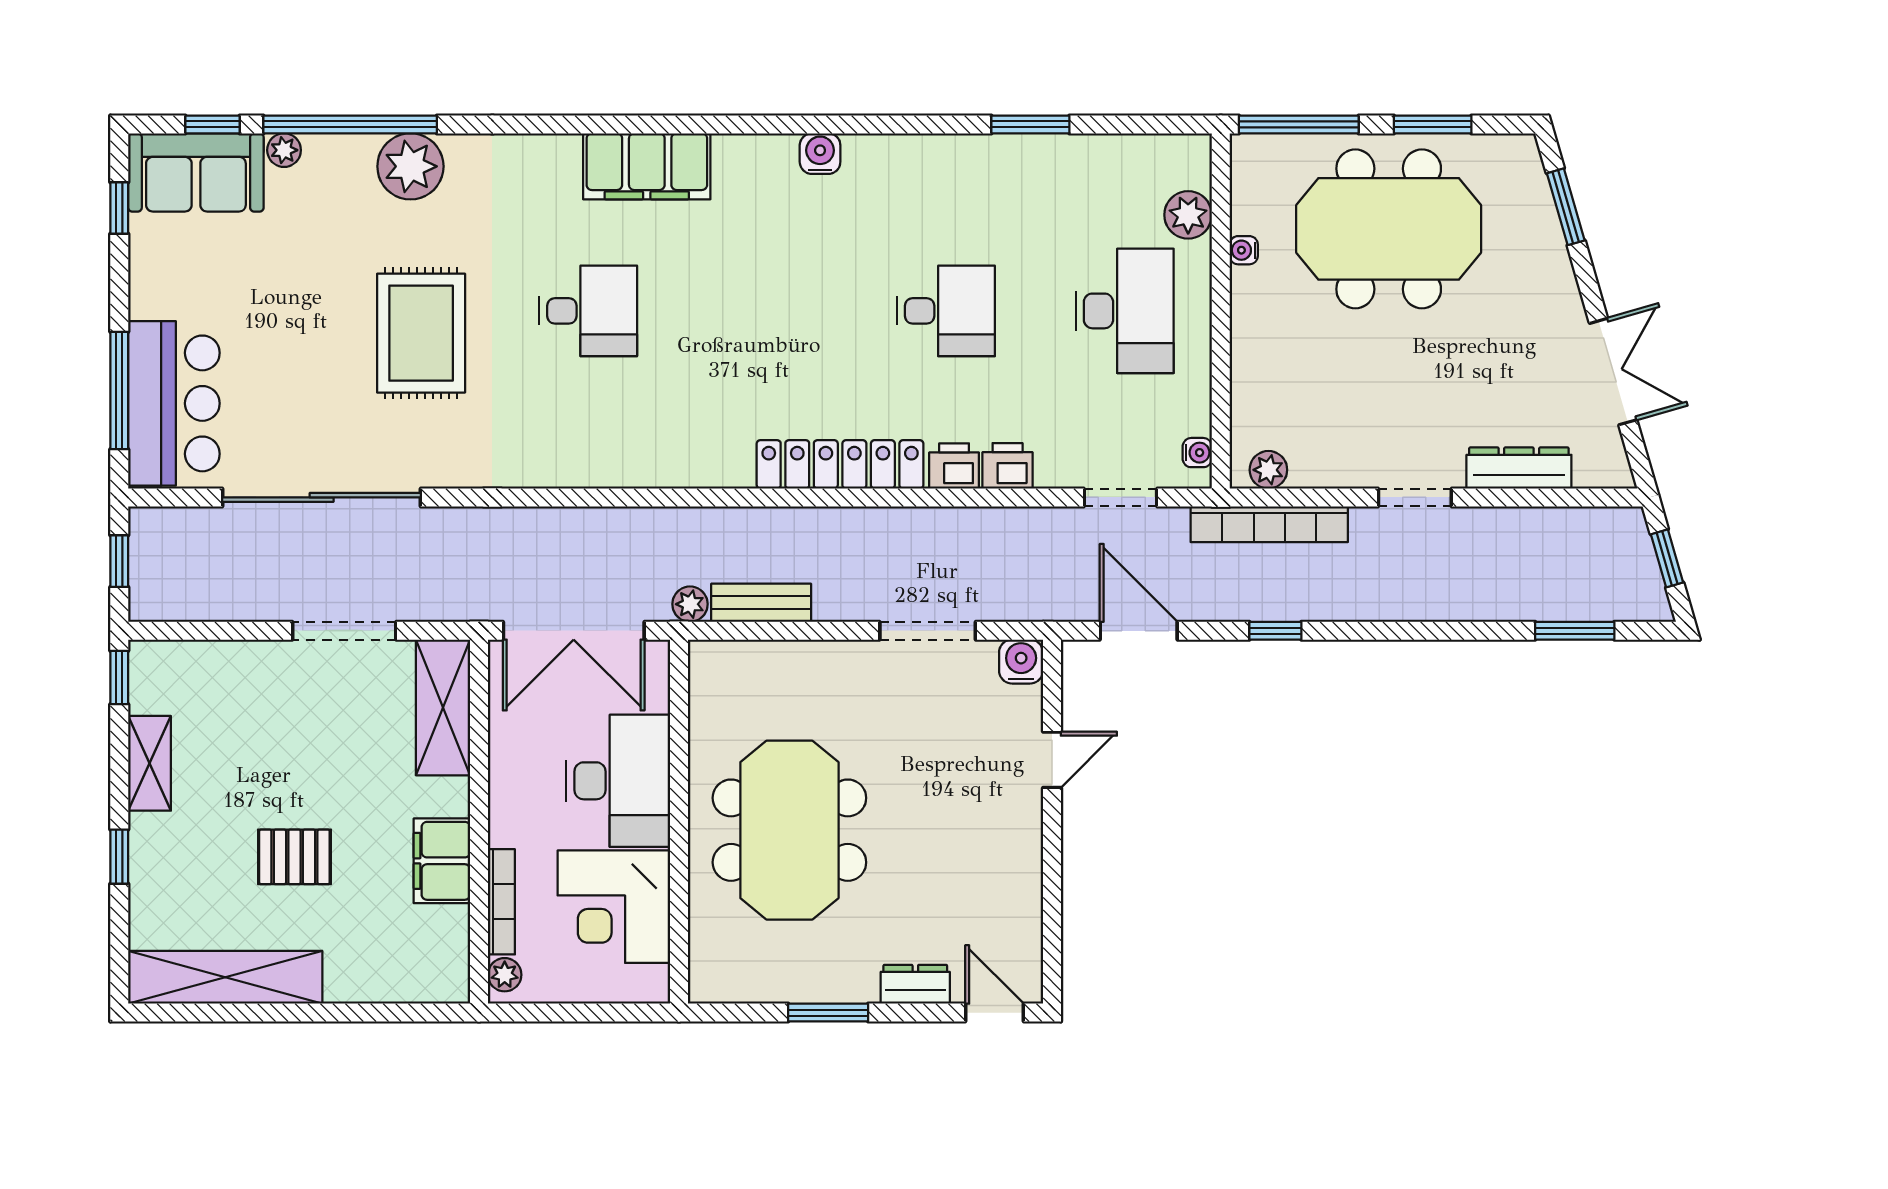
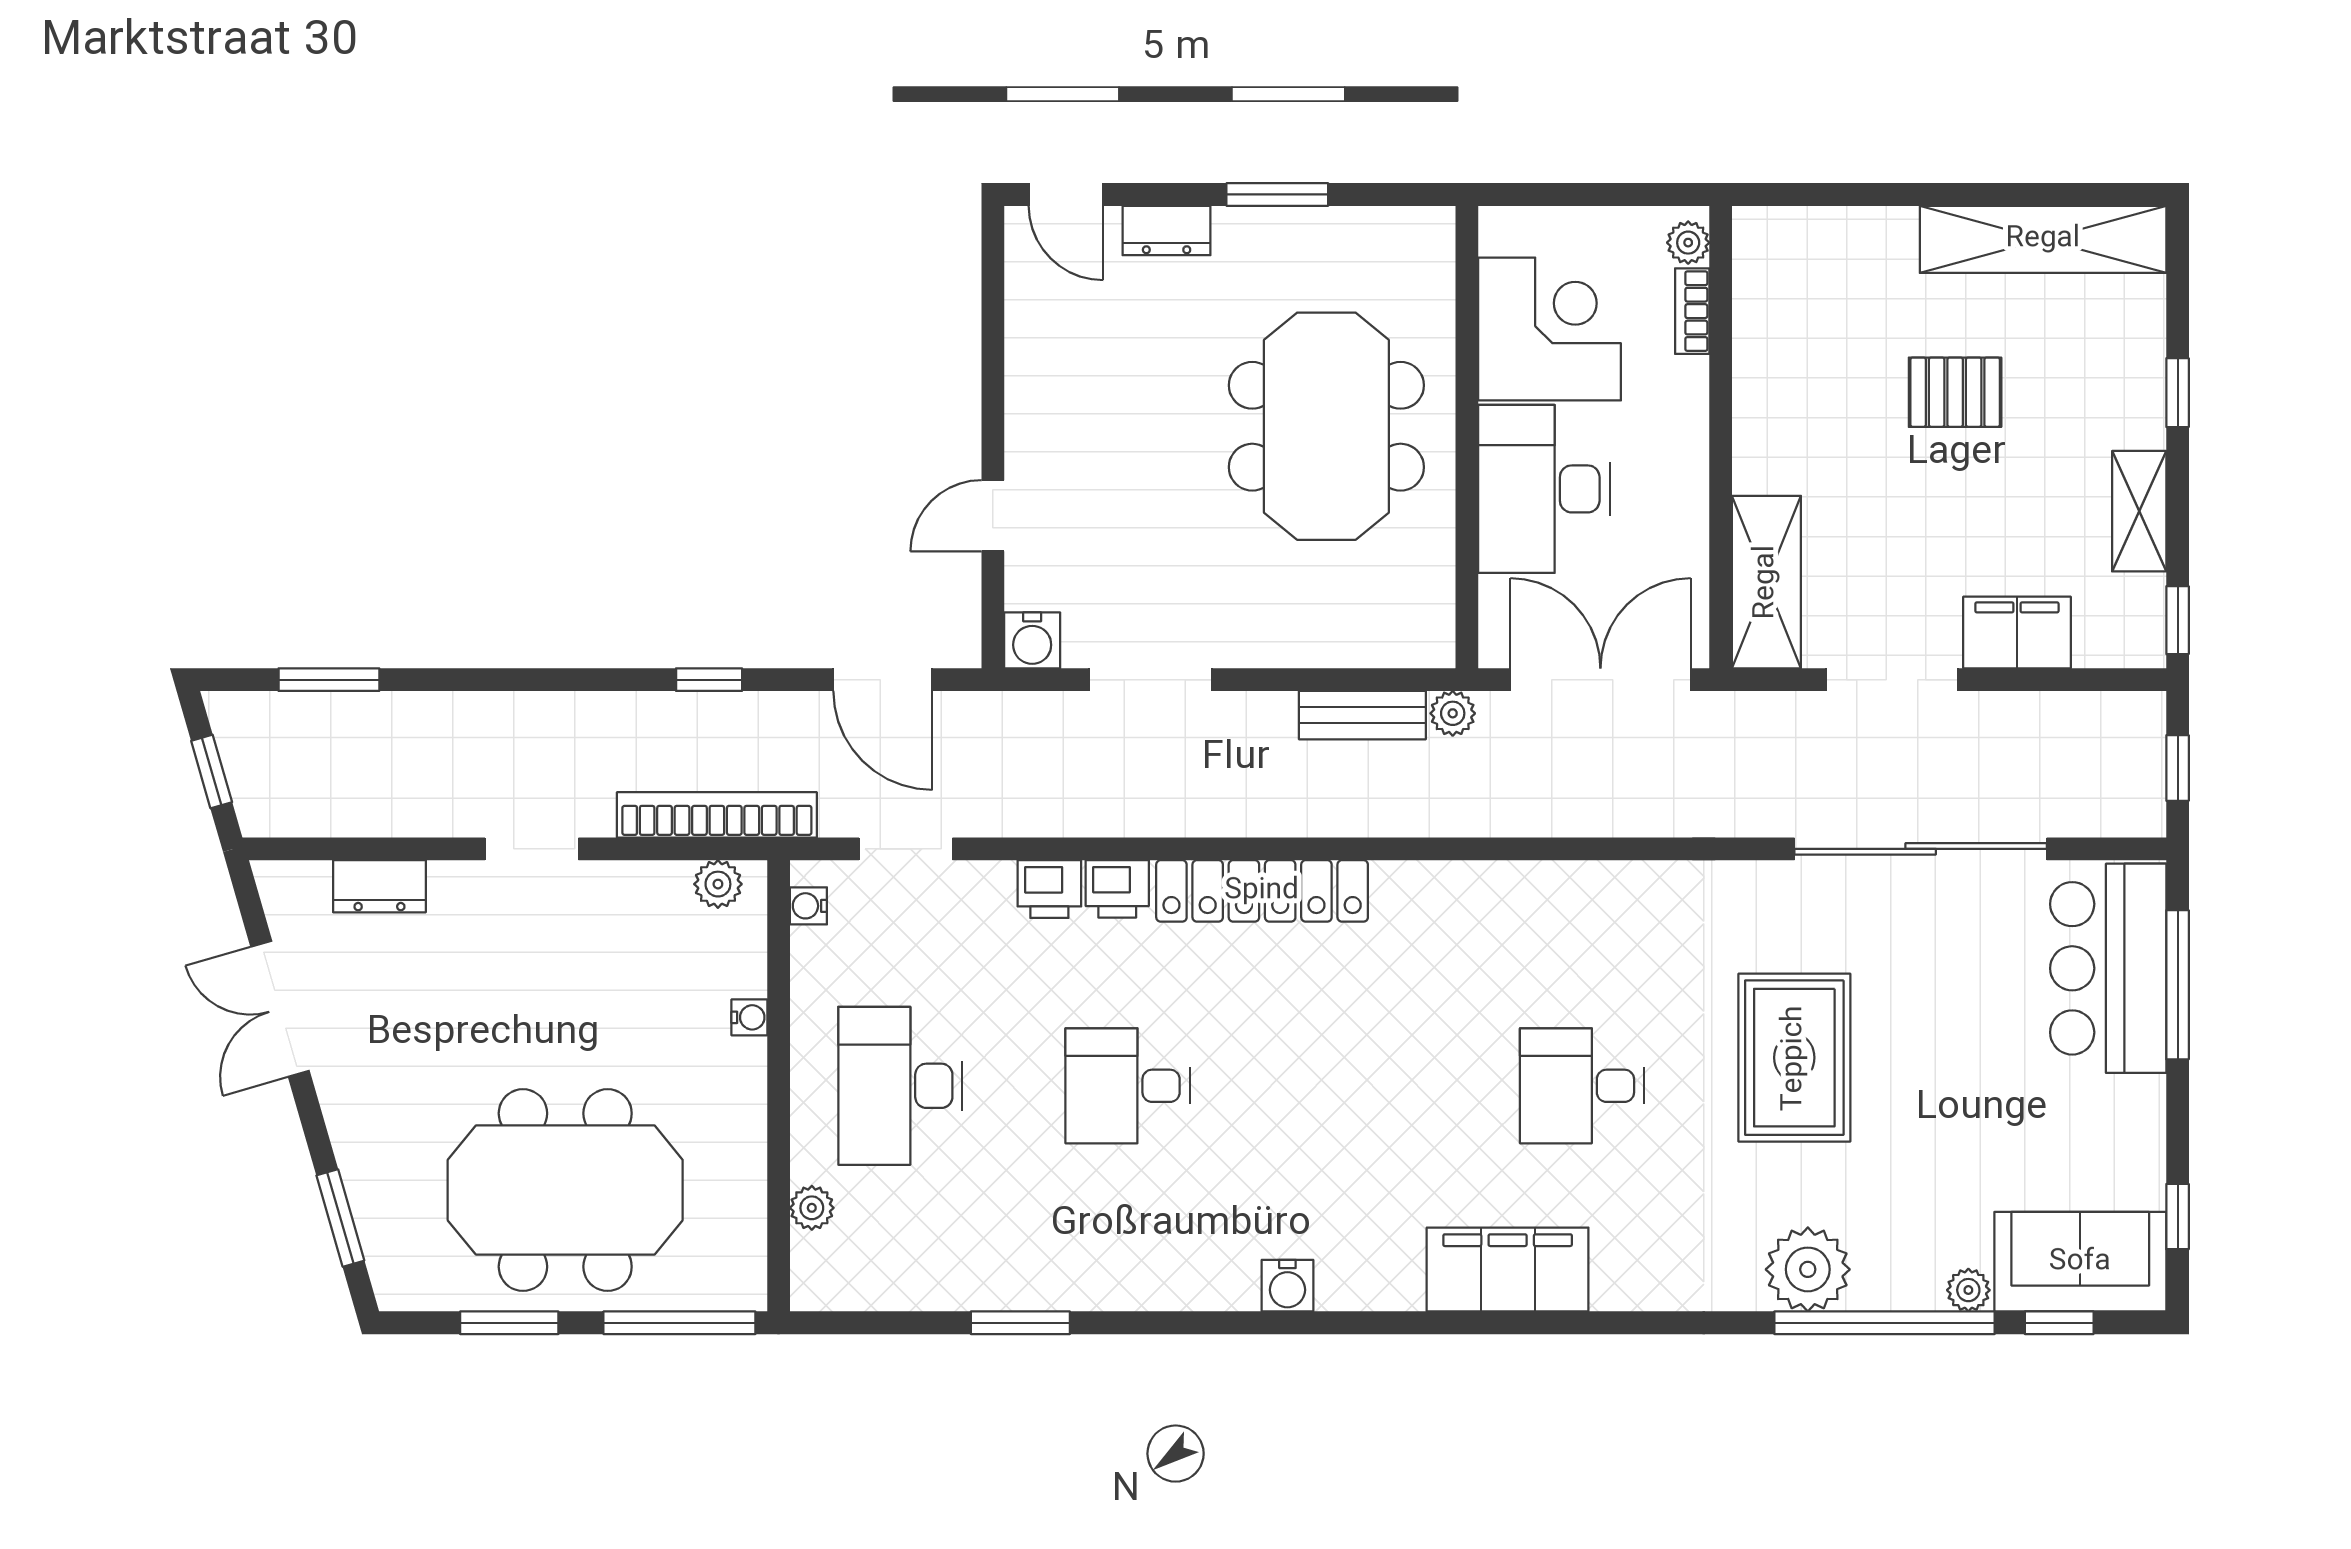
plant: (1188, 215) -> (812, 1208), width x0.73, depth x0.73
water cooler: (1244, 250) -> (749, 1017), moved
dresser: (1519, 468) -> (379, 886), width x0.70
filing cabinet: (442, 861) -> (2017, 632), moved, turned -90
bookcase: (501, 902) -> (1692, 311), width x0.64

